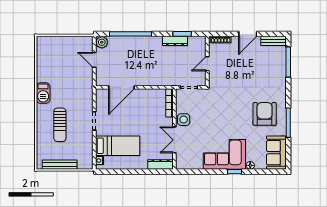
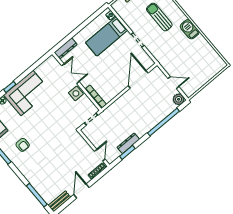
door: (207, 64) -> (100, 155), moved
armchair: (265, 114) -> (23, 145), width x0.53, depth x0.53

